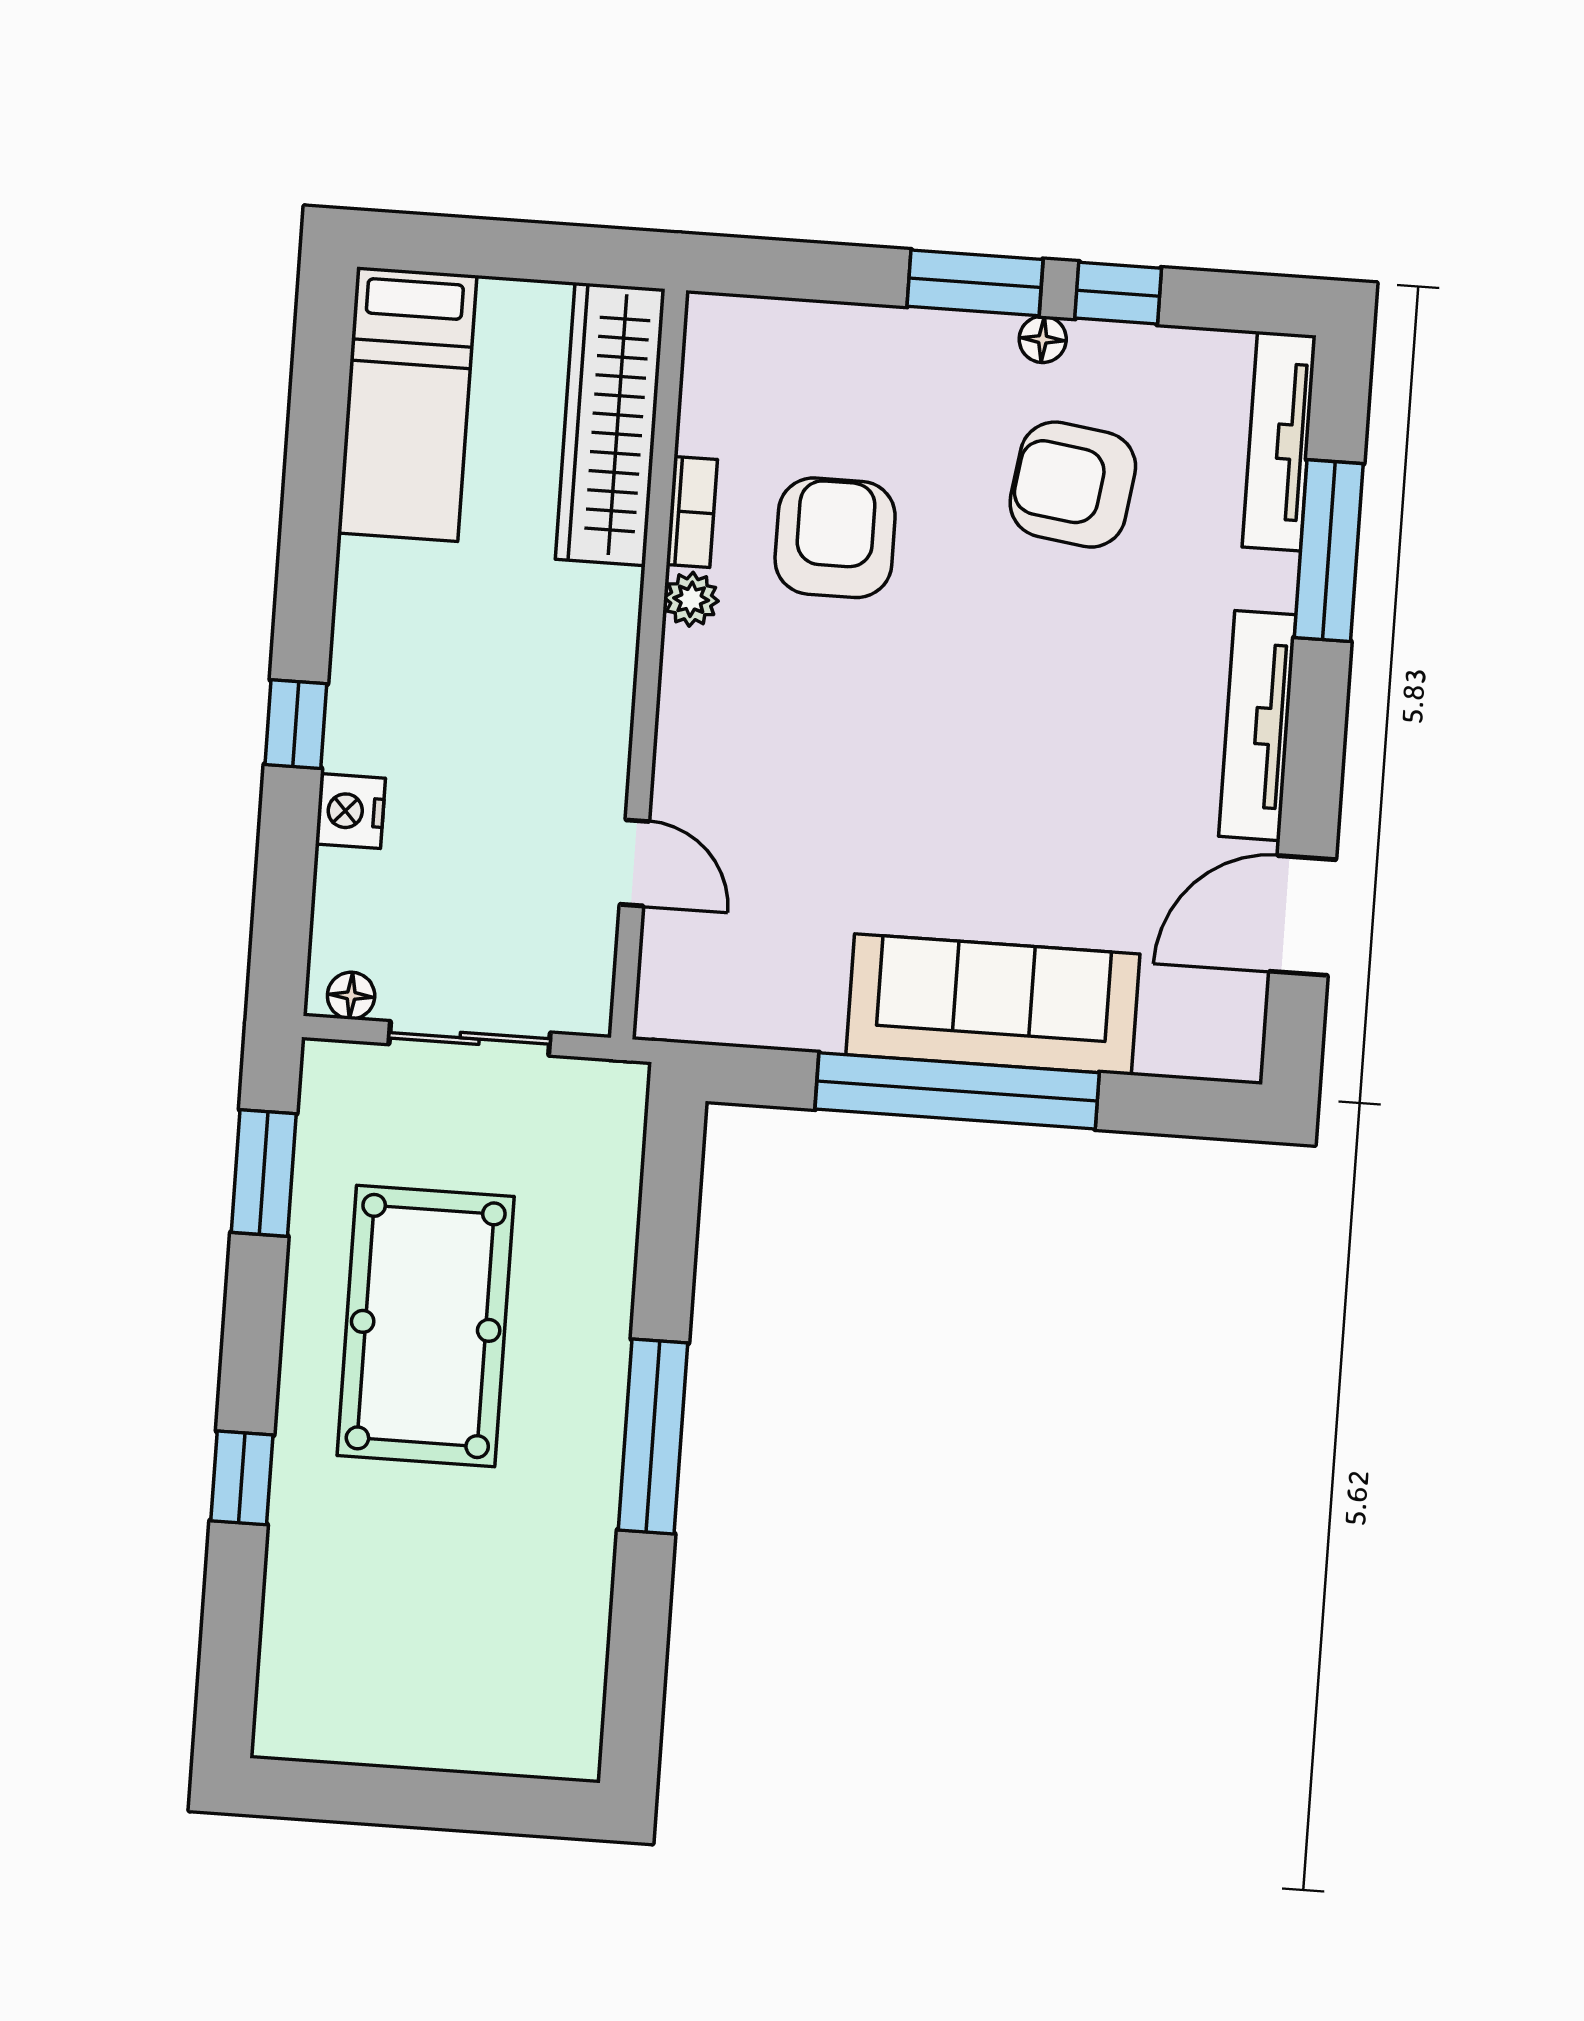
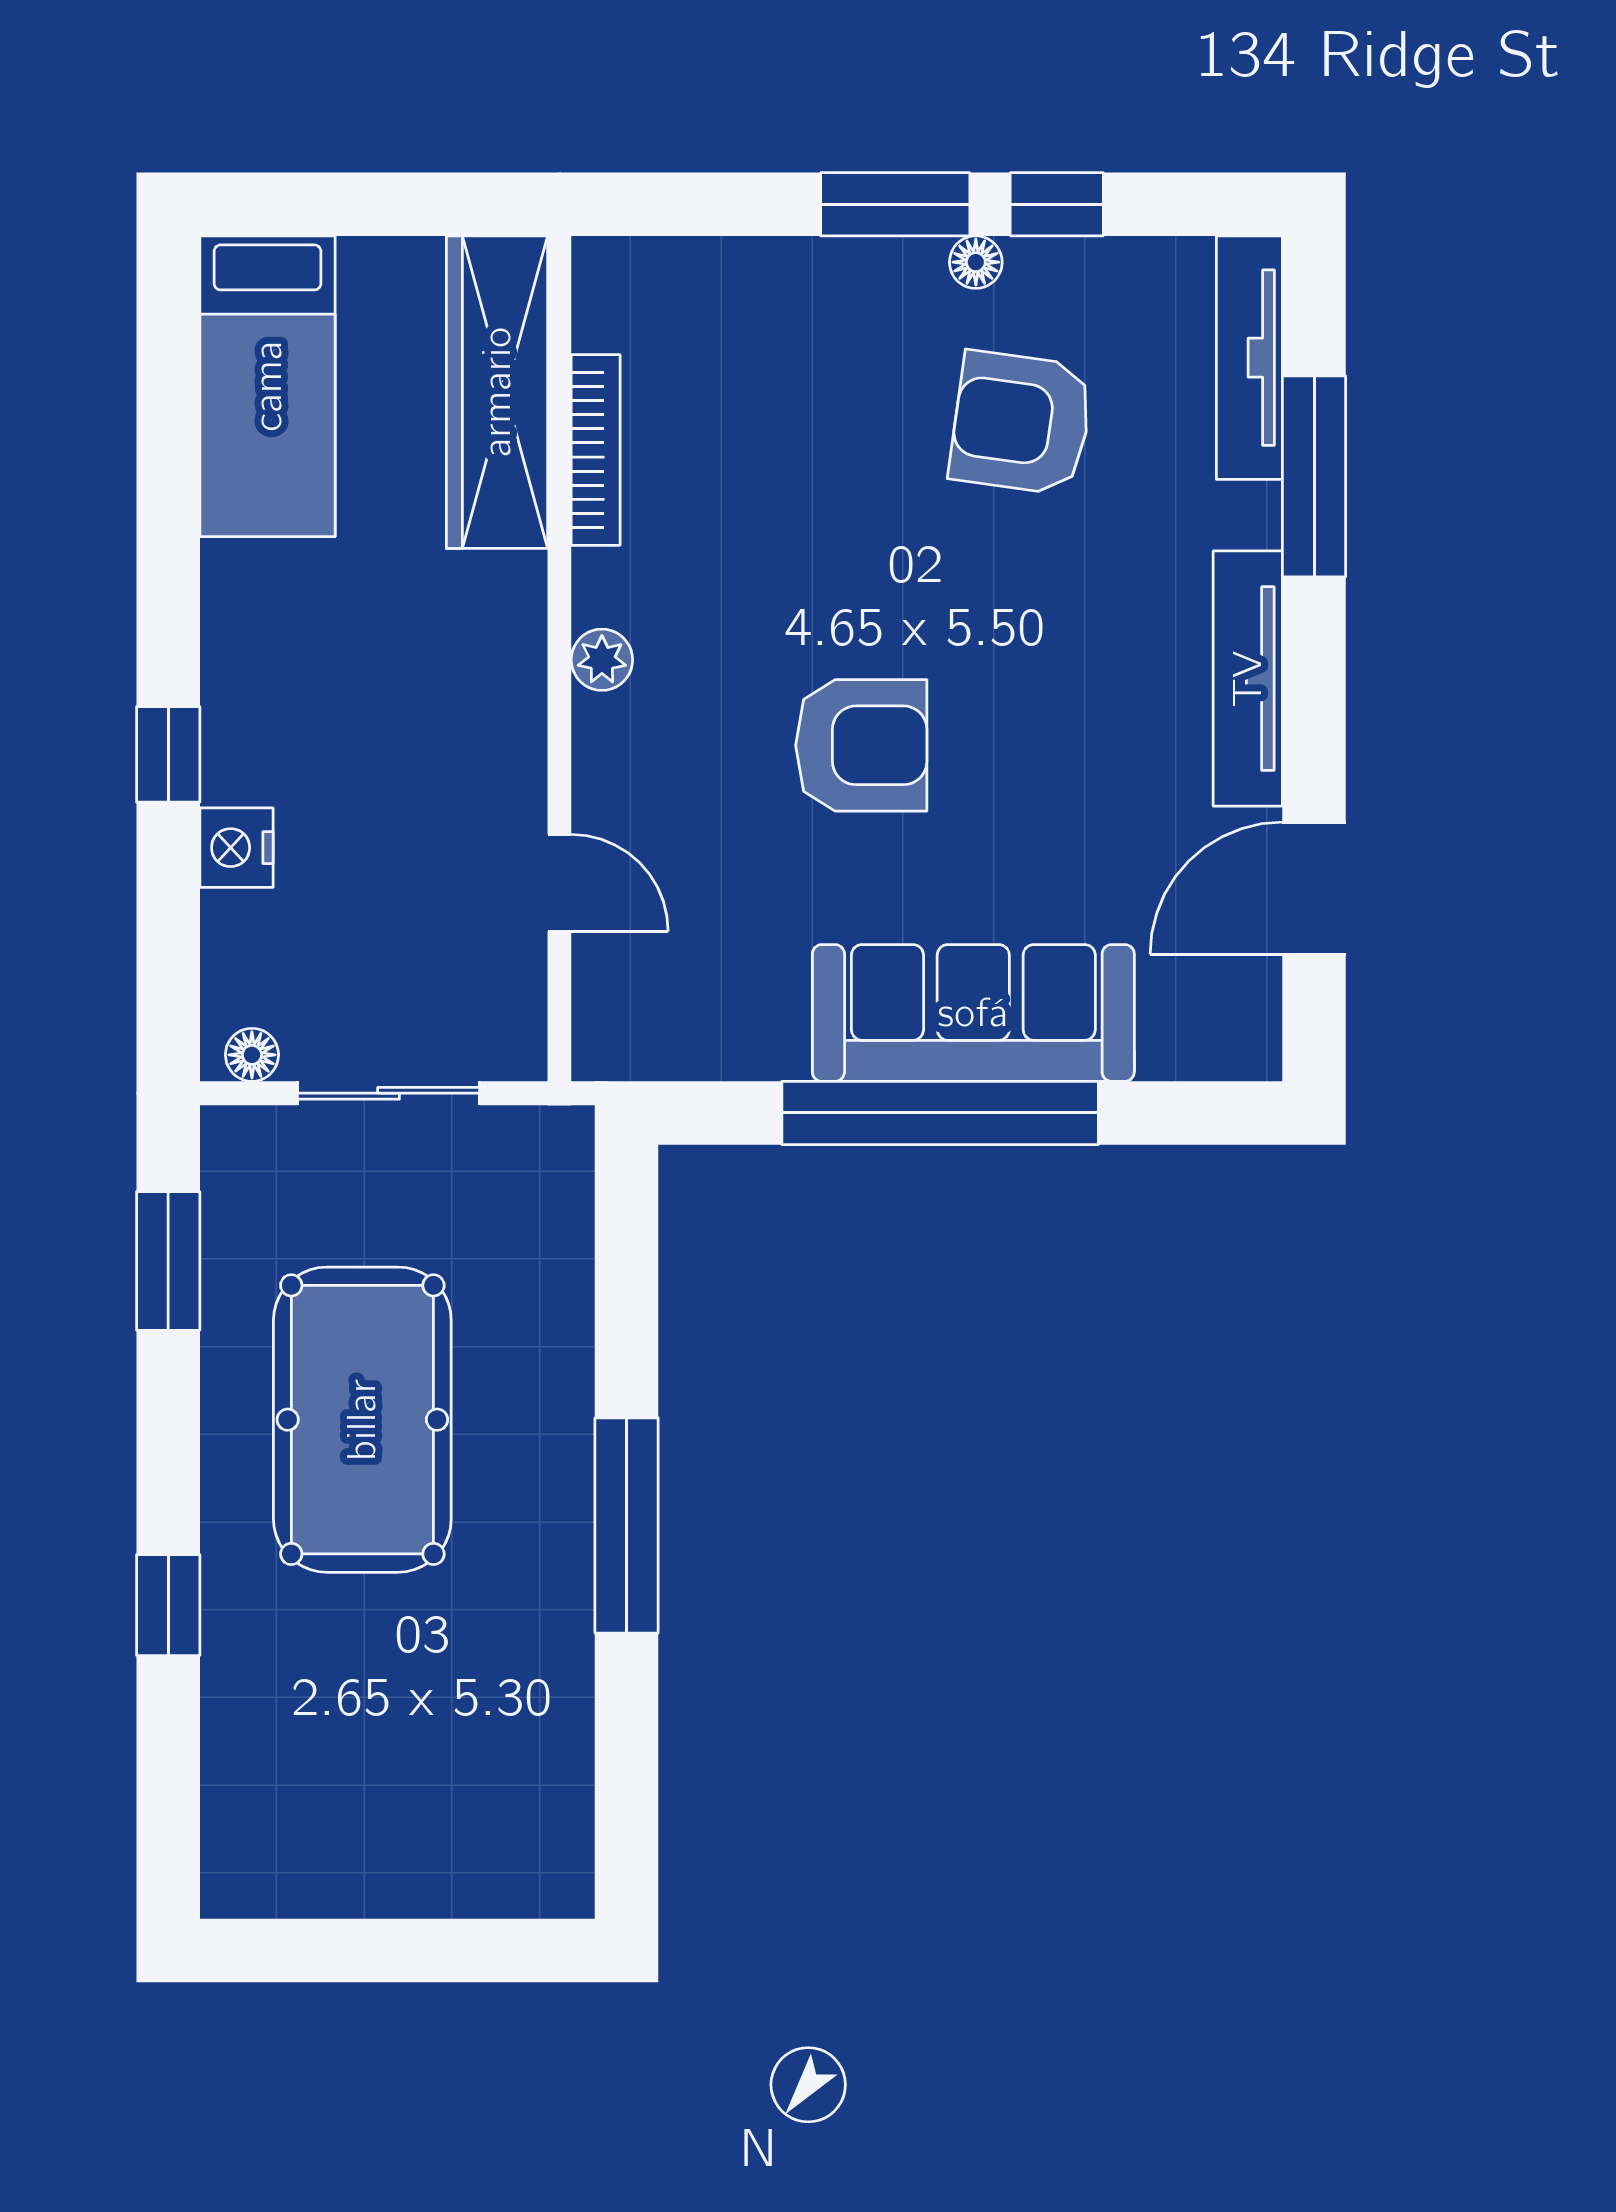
bookcase: (692, 512) -> (596, 450), width x1.56
armchair: (835, 538) -> (861, 745), moved, turned 90
plant: (691, 599) -> (602, 660), moved

